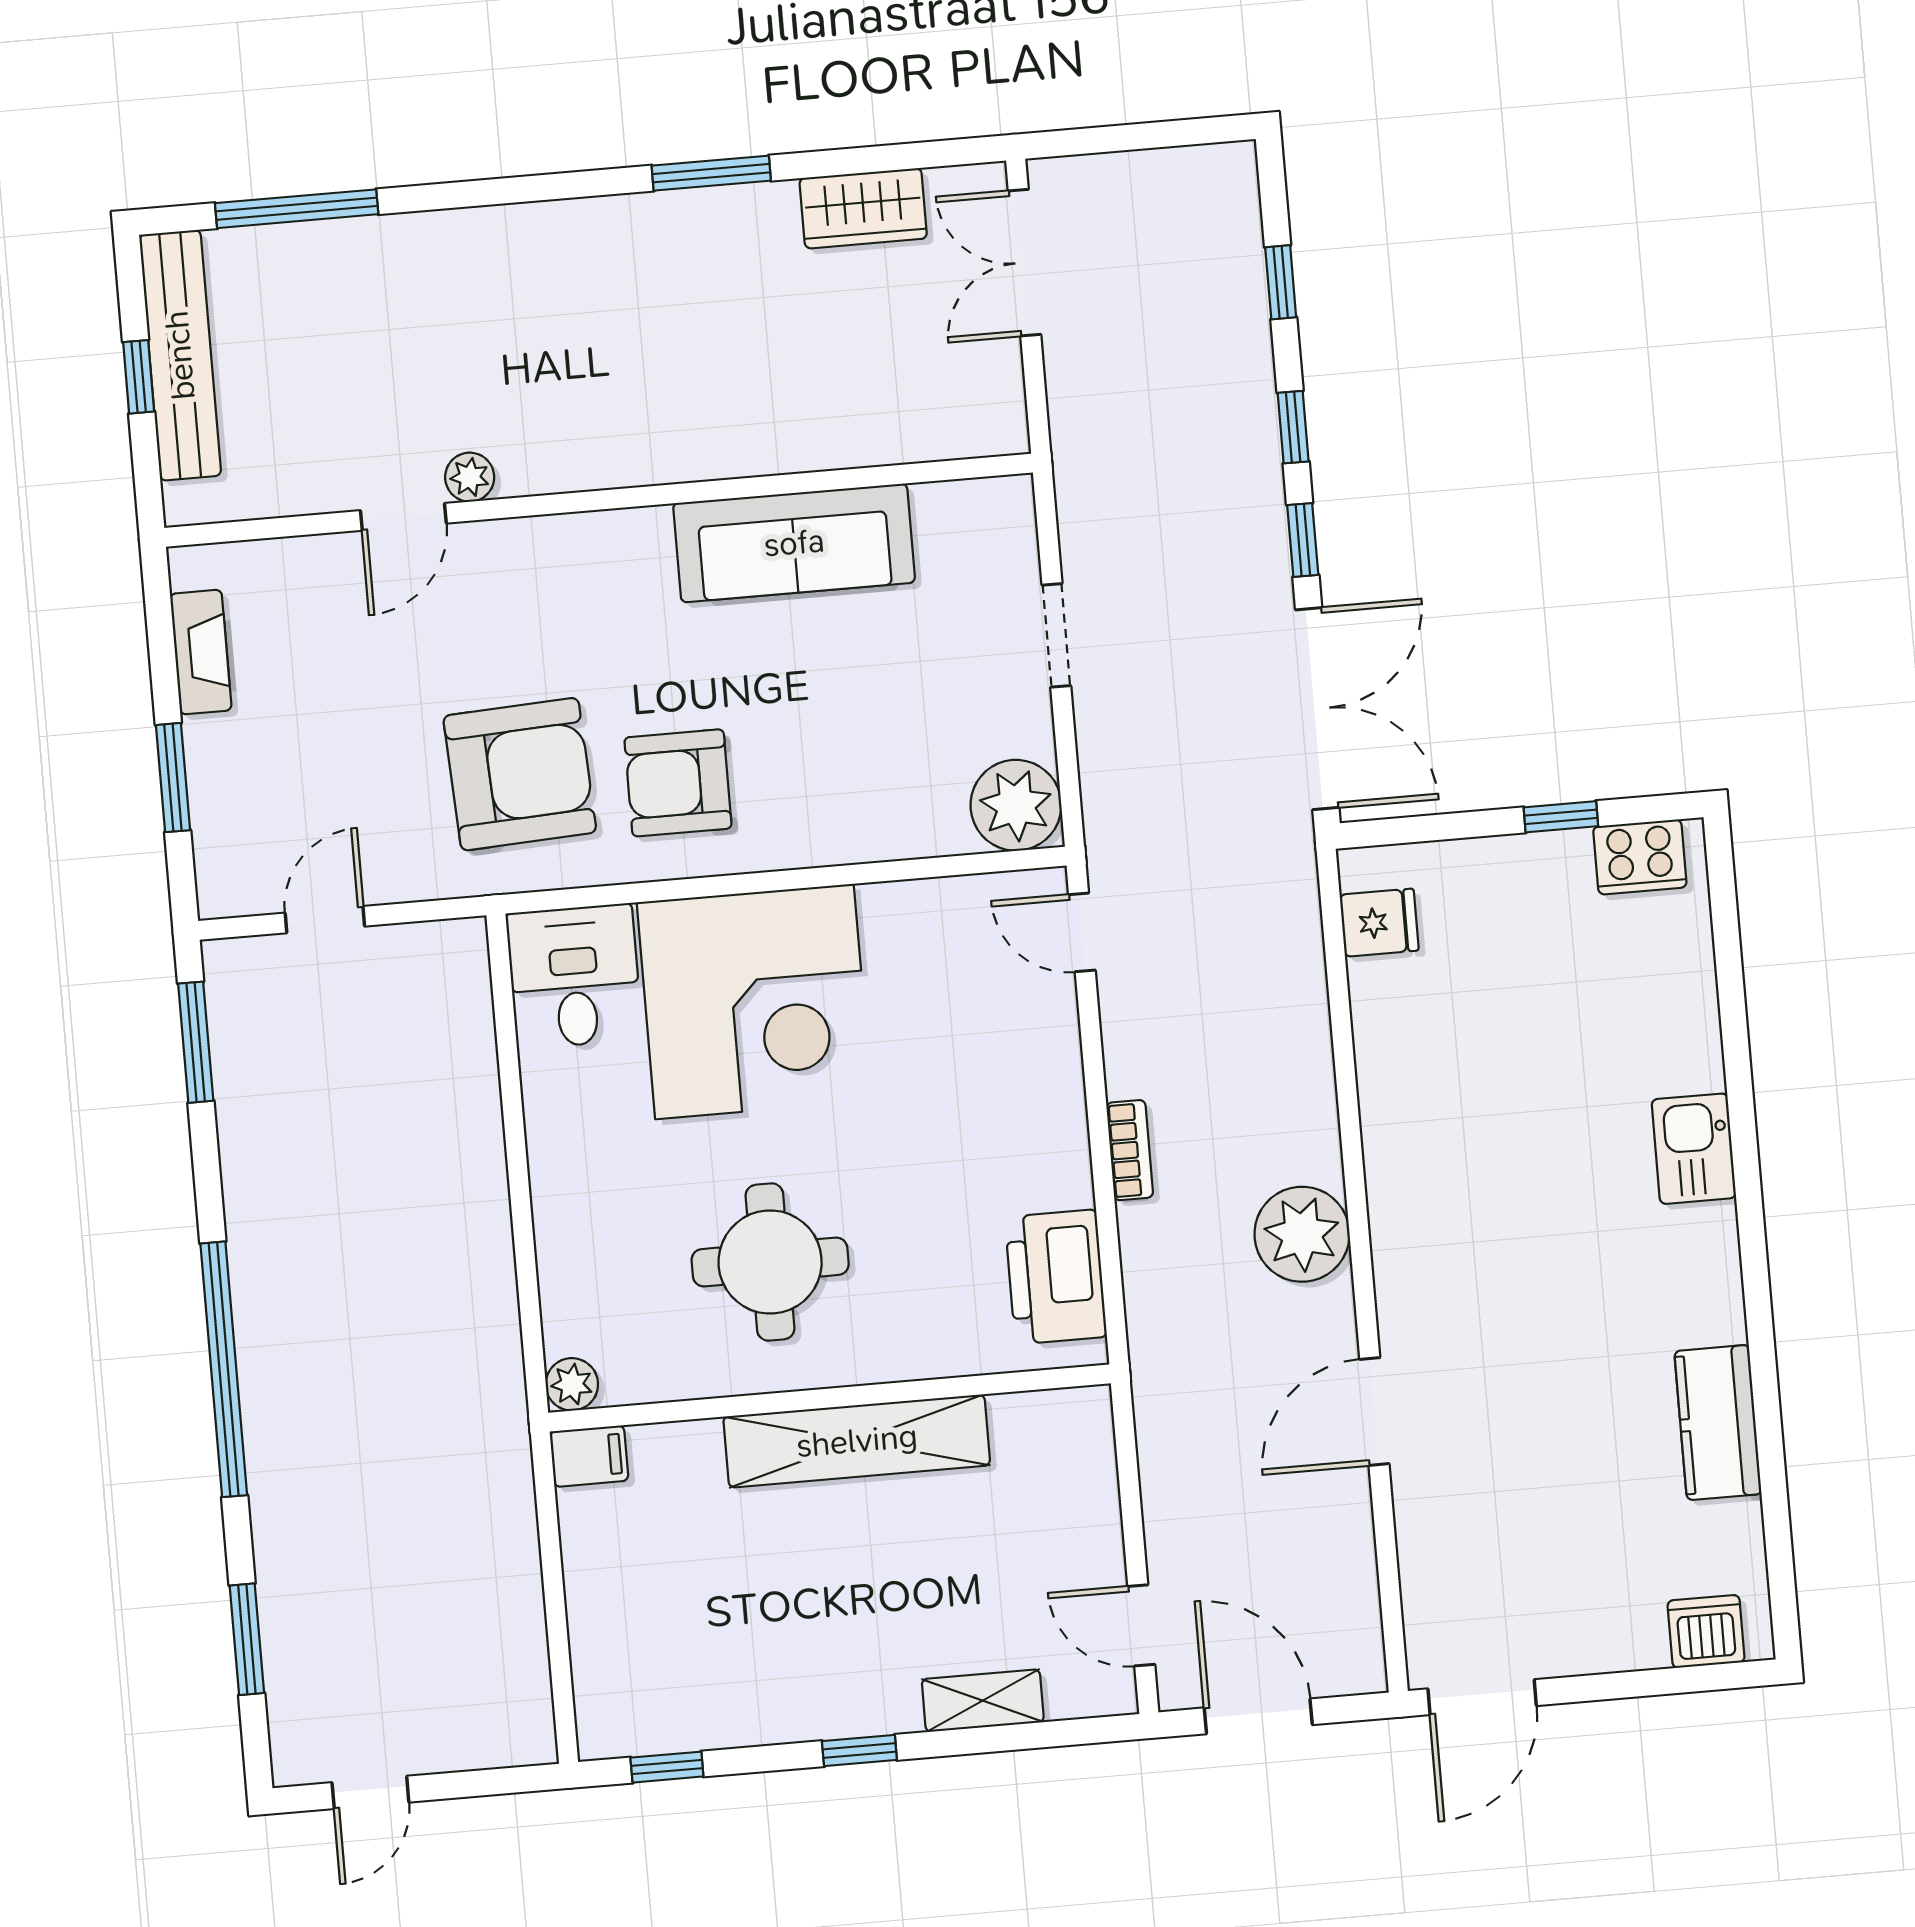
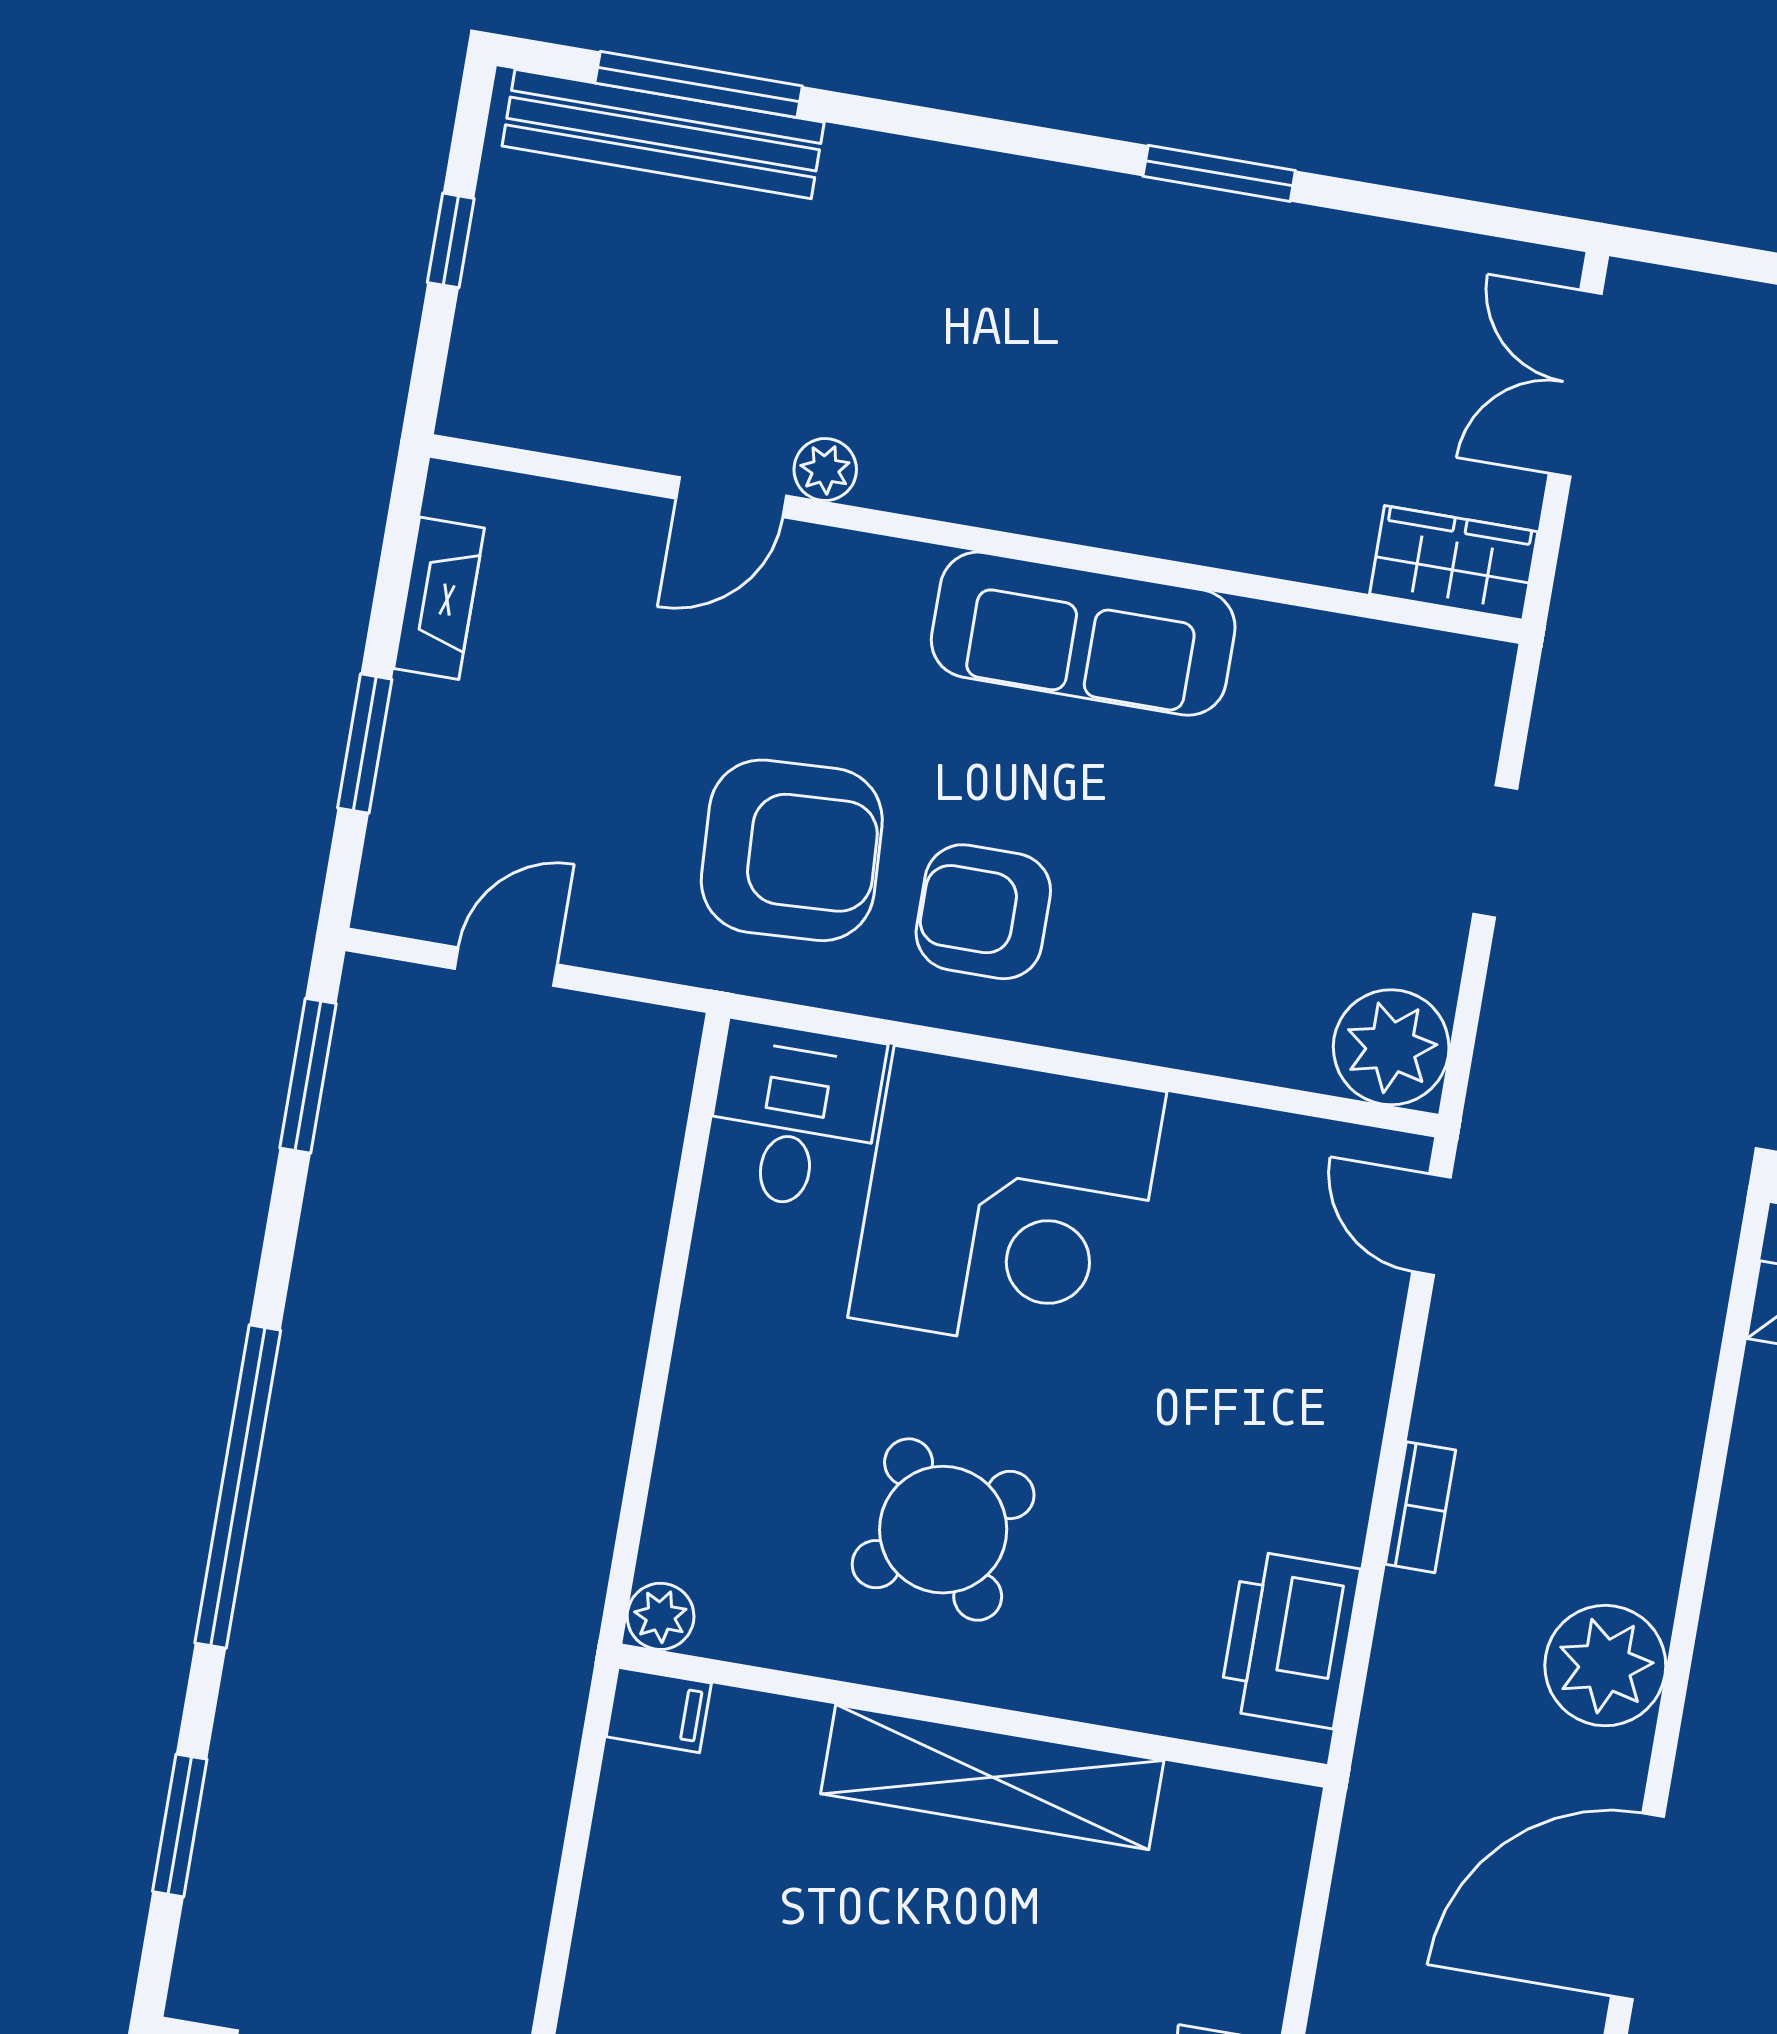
wardrobe: (863, 208) -> (1454, 563), moved, turned 180
bench: (180, 355) -> (663, 134), moved, turned 90
sofa: (794, 543) -> (1083, 634), moved
round table: (770, 1262) -> (943, 1530), turned -37
door: (1374, 1411) -> (1637, 1906), width x1.36

